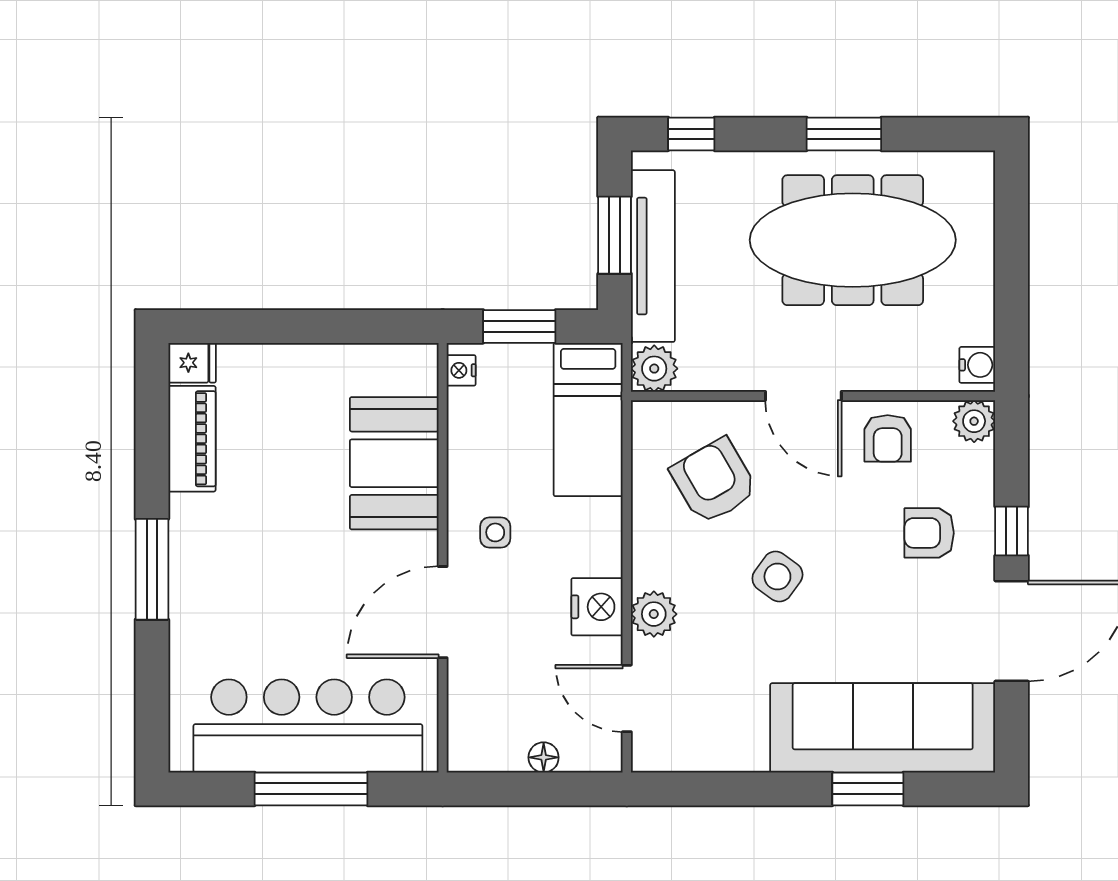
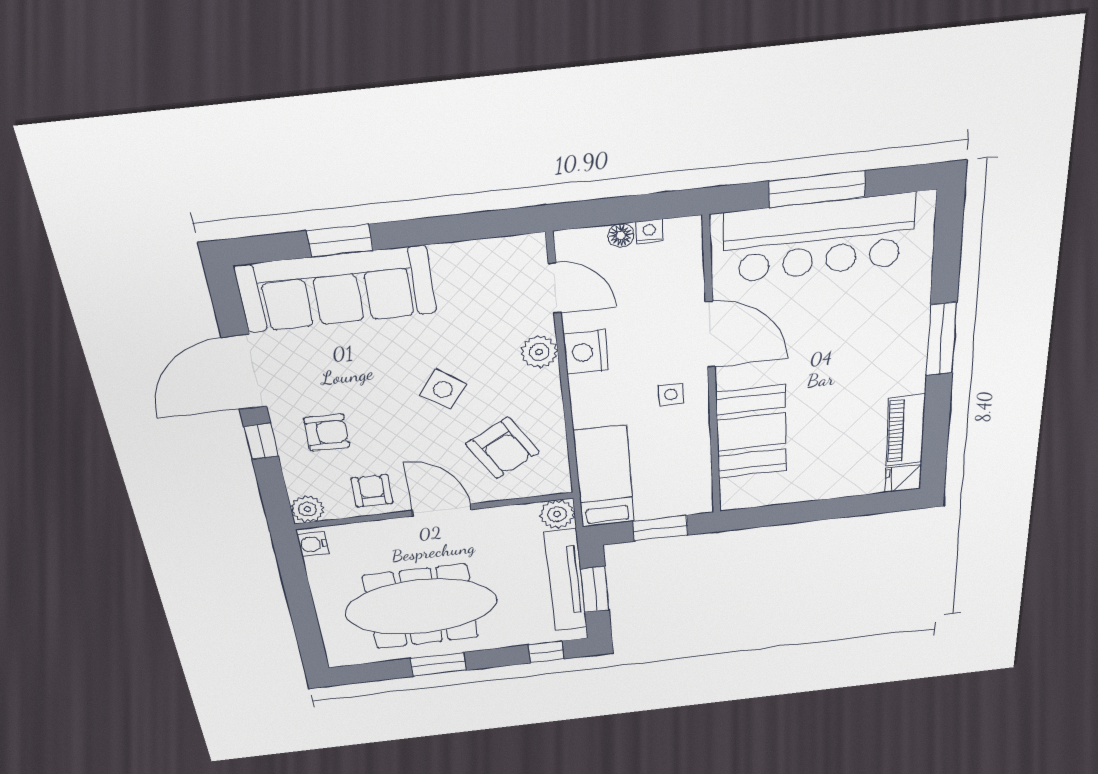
nightstand: (461, 370) -> (649, 232), moved, turned -90
door: (443, 612) -> (710, 335), hinge flipped

